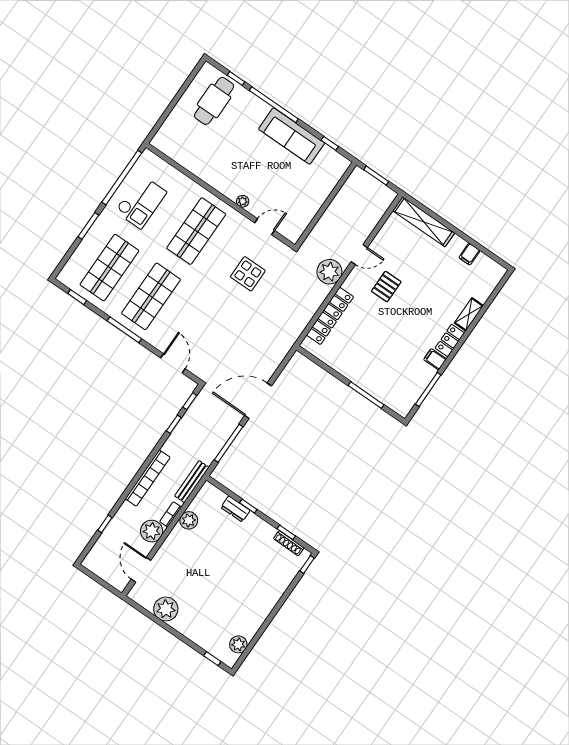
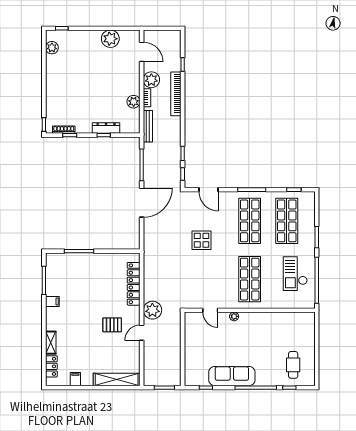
cafe table: (214, 101) -> (293, 365), width x0.73, depth x0.74
door: (265, 227) -> (210, 310), hinge flipped
display table: (248, 274) -> (202, 240), moved
pallet: (386, 287) -> (112, 325), turned 90
locker: (450, 341) -> (51, 366), moved
bookcase: (148, 478) -> (176, 94), moved
dresser: (235, 509) -> (106, 128), width x1.44

